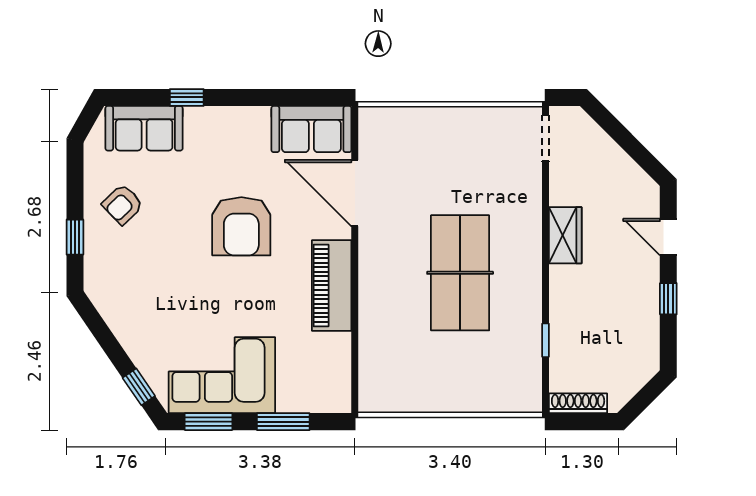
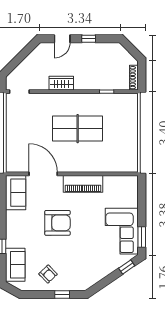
door: (355, 193) -> (43, 174), swing flipped
window: (283, 422) -> (142, 205), removed

